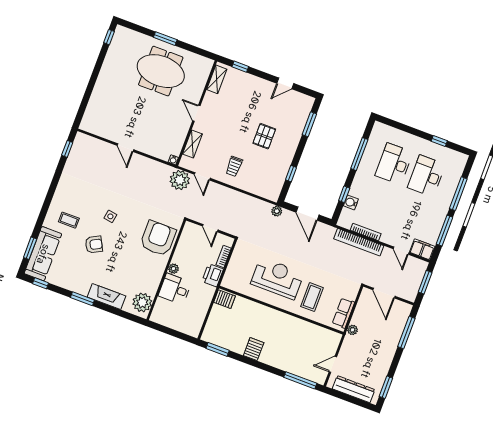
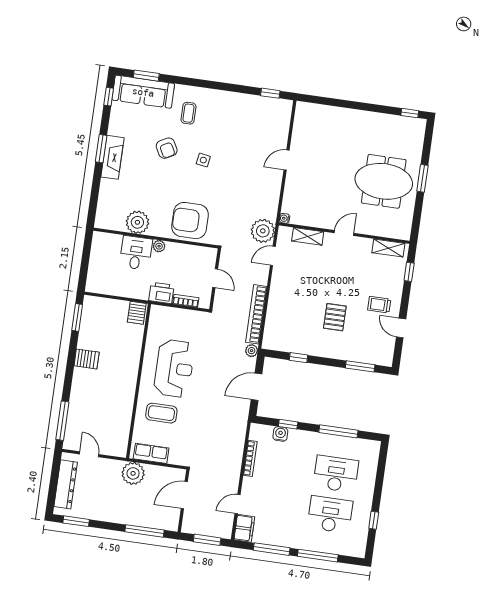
meeting table: (161, 71) -> (384, 181), turned 90
pallet: (264, 136) -> (335, 317), turned 90
trolley: (234, 166) -> (379, 305), moved
door: (210, 228) -> (215, 278), swing flipped
armchair: (158, 238) -> (190, 221), turned 180
bookcase: (359, 242) -> (256, 314), moved
fireplace: (106, 297) -> (112, 157), moved
plant: (142, 302) -> (137, 222), moved
plant: (353, 330) -> (133, 473), width x1.88, depth x1.88

